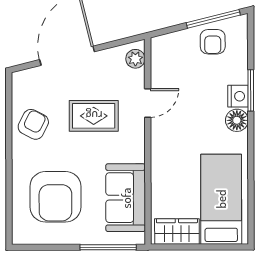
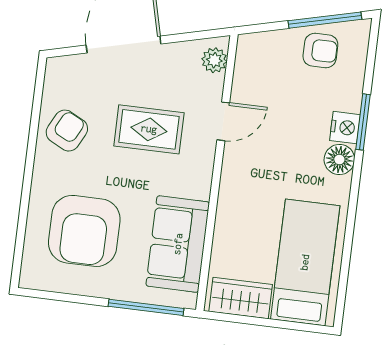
armchair: (213, 42) -> (320, 50), turned -90

